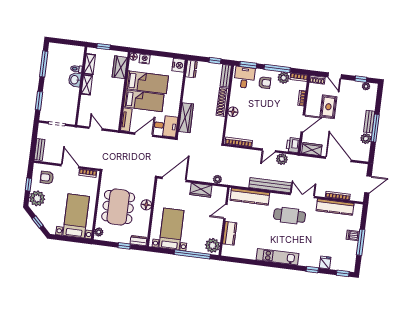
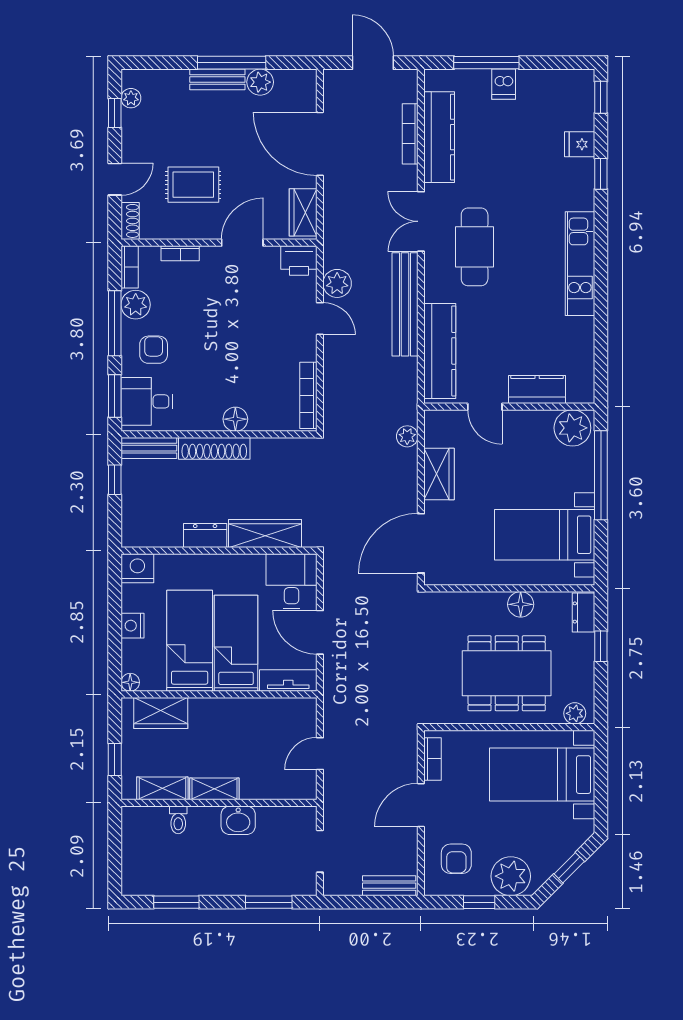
nightstand: (145, 59) -> (132, 626), moved
window: (44, 64) -> (176, 902), width x0.69
dresser: (191, 69) -> (205, 535), moved
washbasin: (75, 80) -> (238, 820), moved
door: (303, 123) -> (242, 243), hinge flipped
door: (338, 159) -> (320, 144), hinge flipped
door: (174, 179) -> (421, 543), hinge flipped
floor lamp: (146, 205) -> (521, 604), moved
window: (361, 242) -> (486, 63), moved

